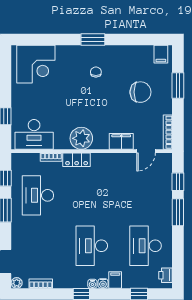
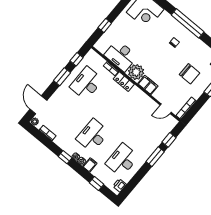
window: (93, 39) -> (188, 23), width x2.11
desk: (34, 134) -> (121, 56), moved
filing cabinet: (121, 141) -> (148, 85), moved

